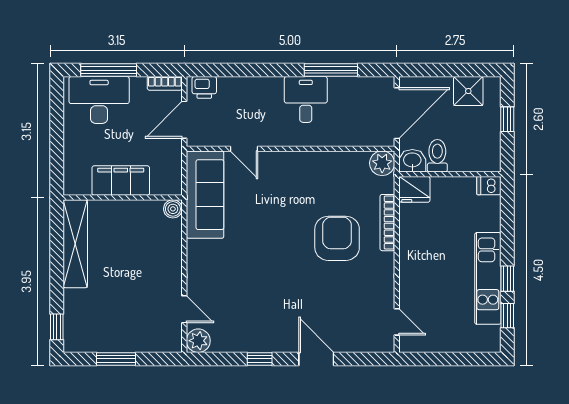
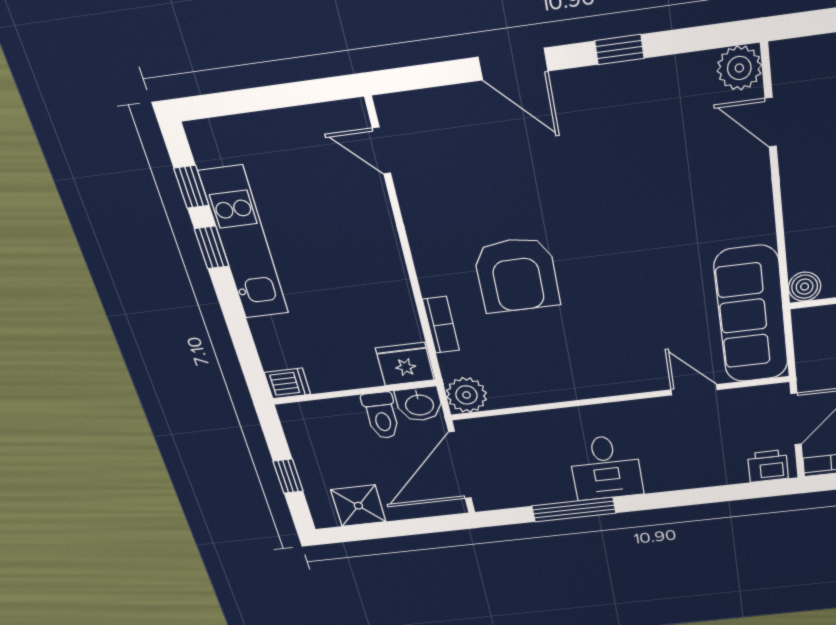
bookcase: (387, 223) -> (441, 325), width x0.64

